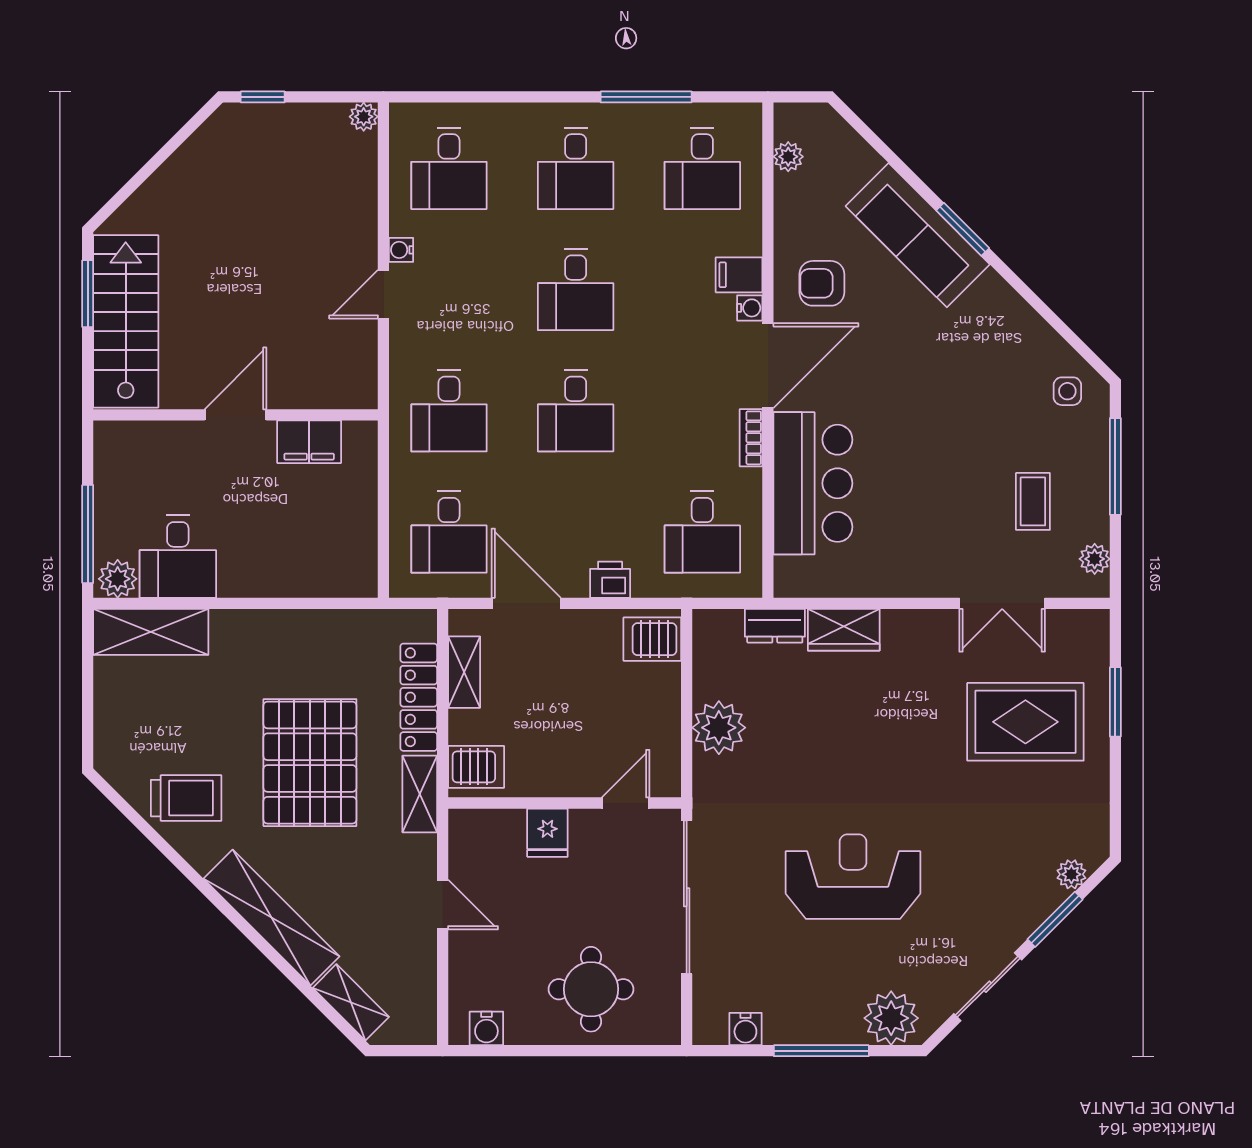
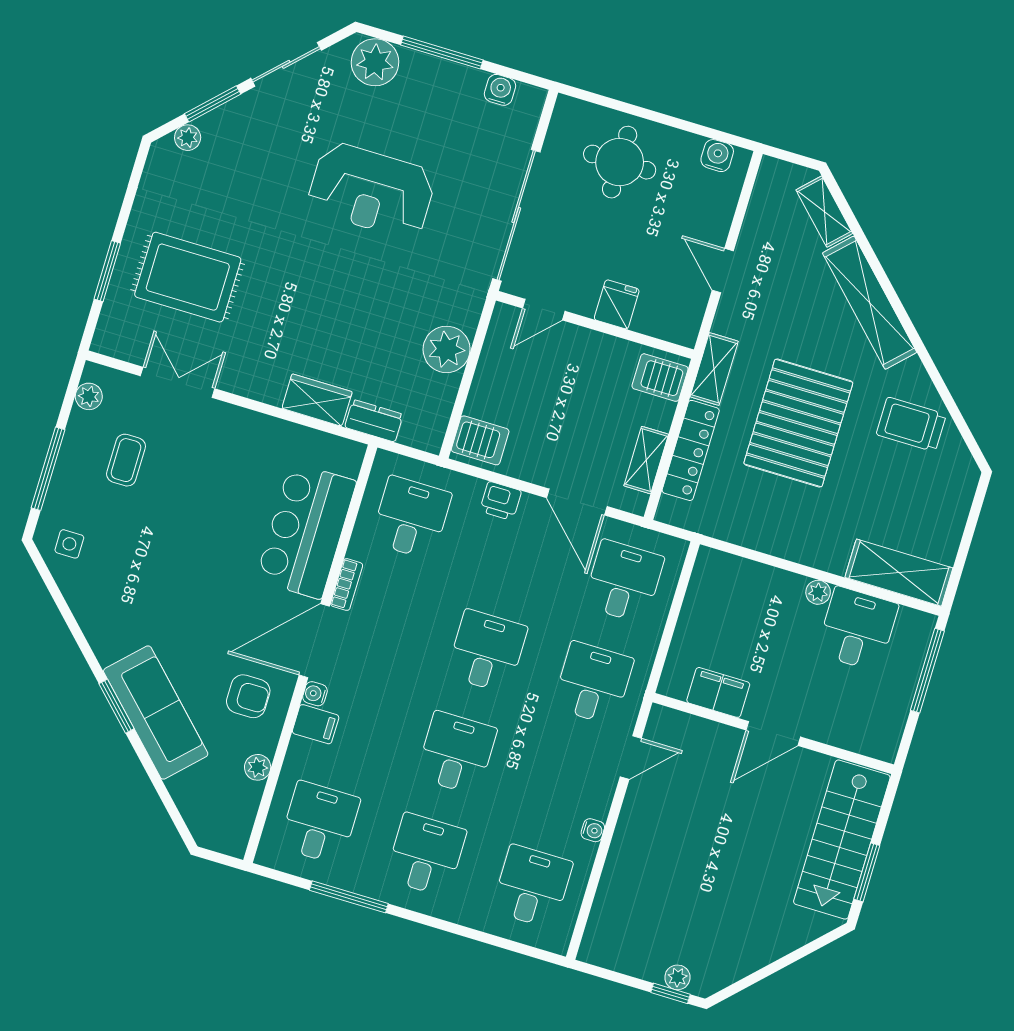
plant: (364, 117) -> (677, 977), moved
plant: (788, 157) -> (258, 767), moved
door: (383, 294) -> (631, 758), moved
plant: (118, 579) -> (818, 592), moved, width x0.73, depth x0.73

